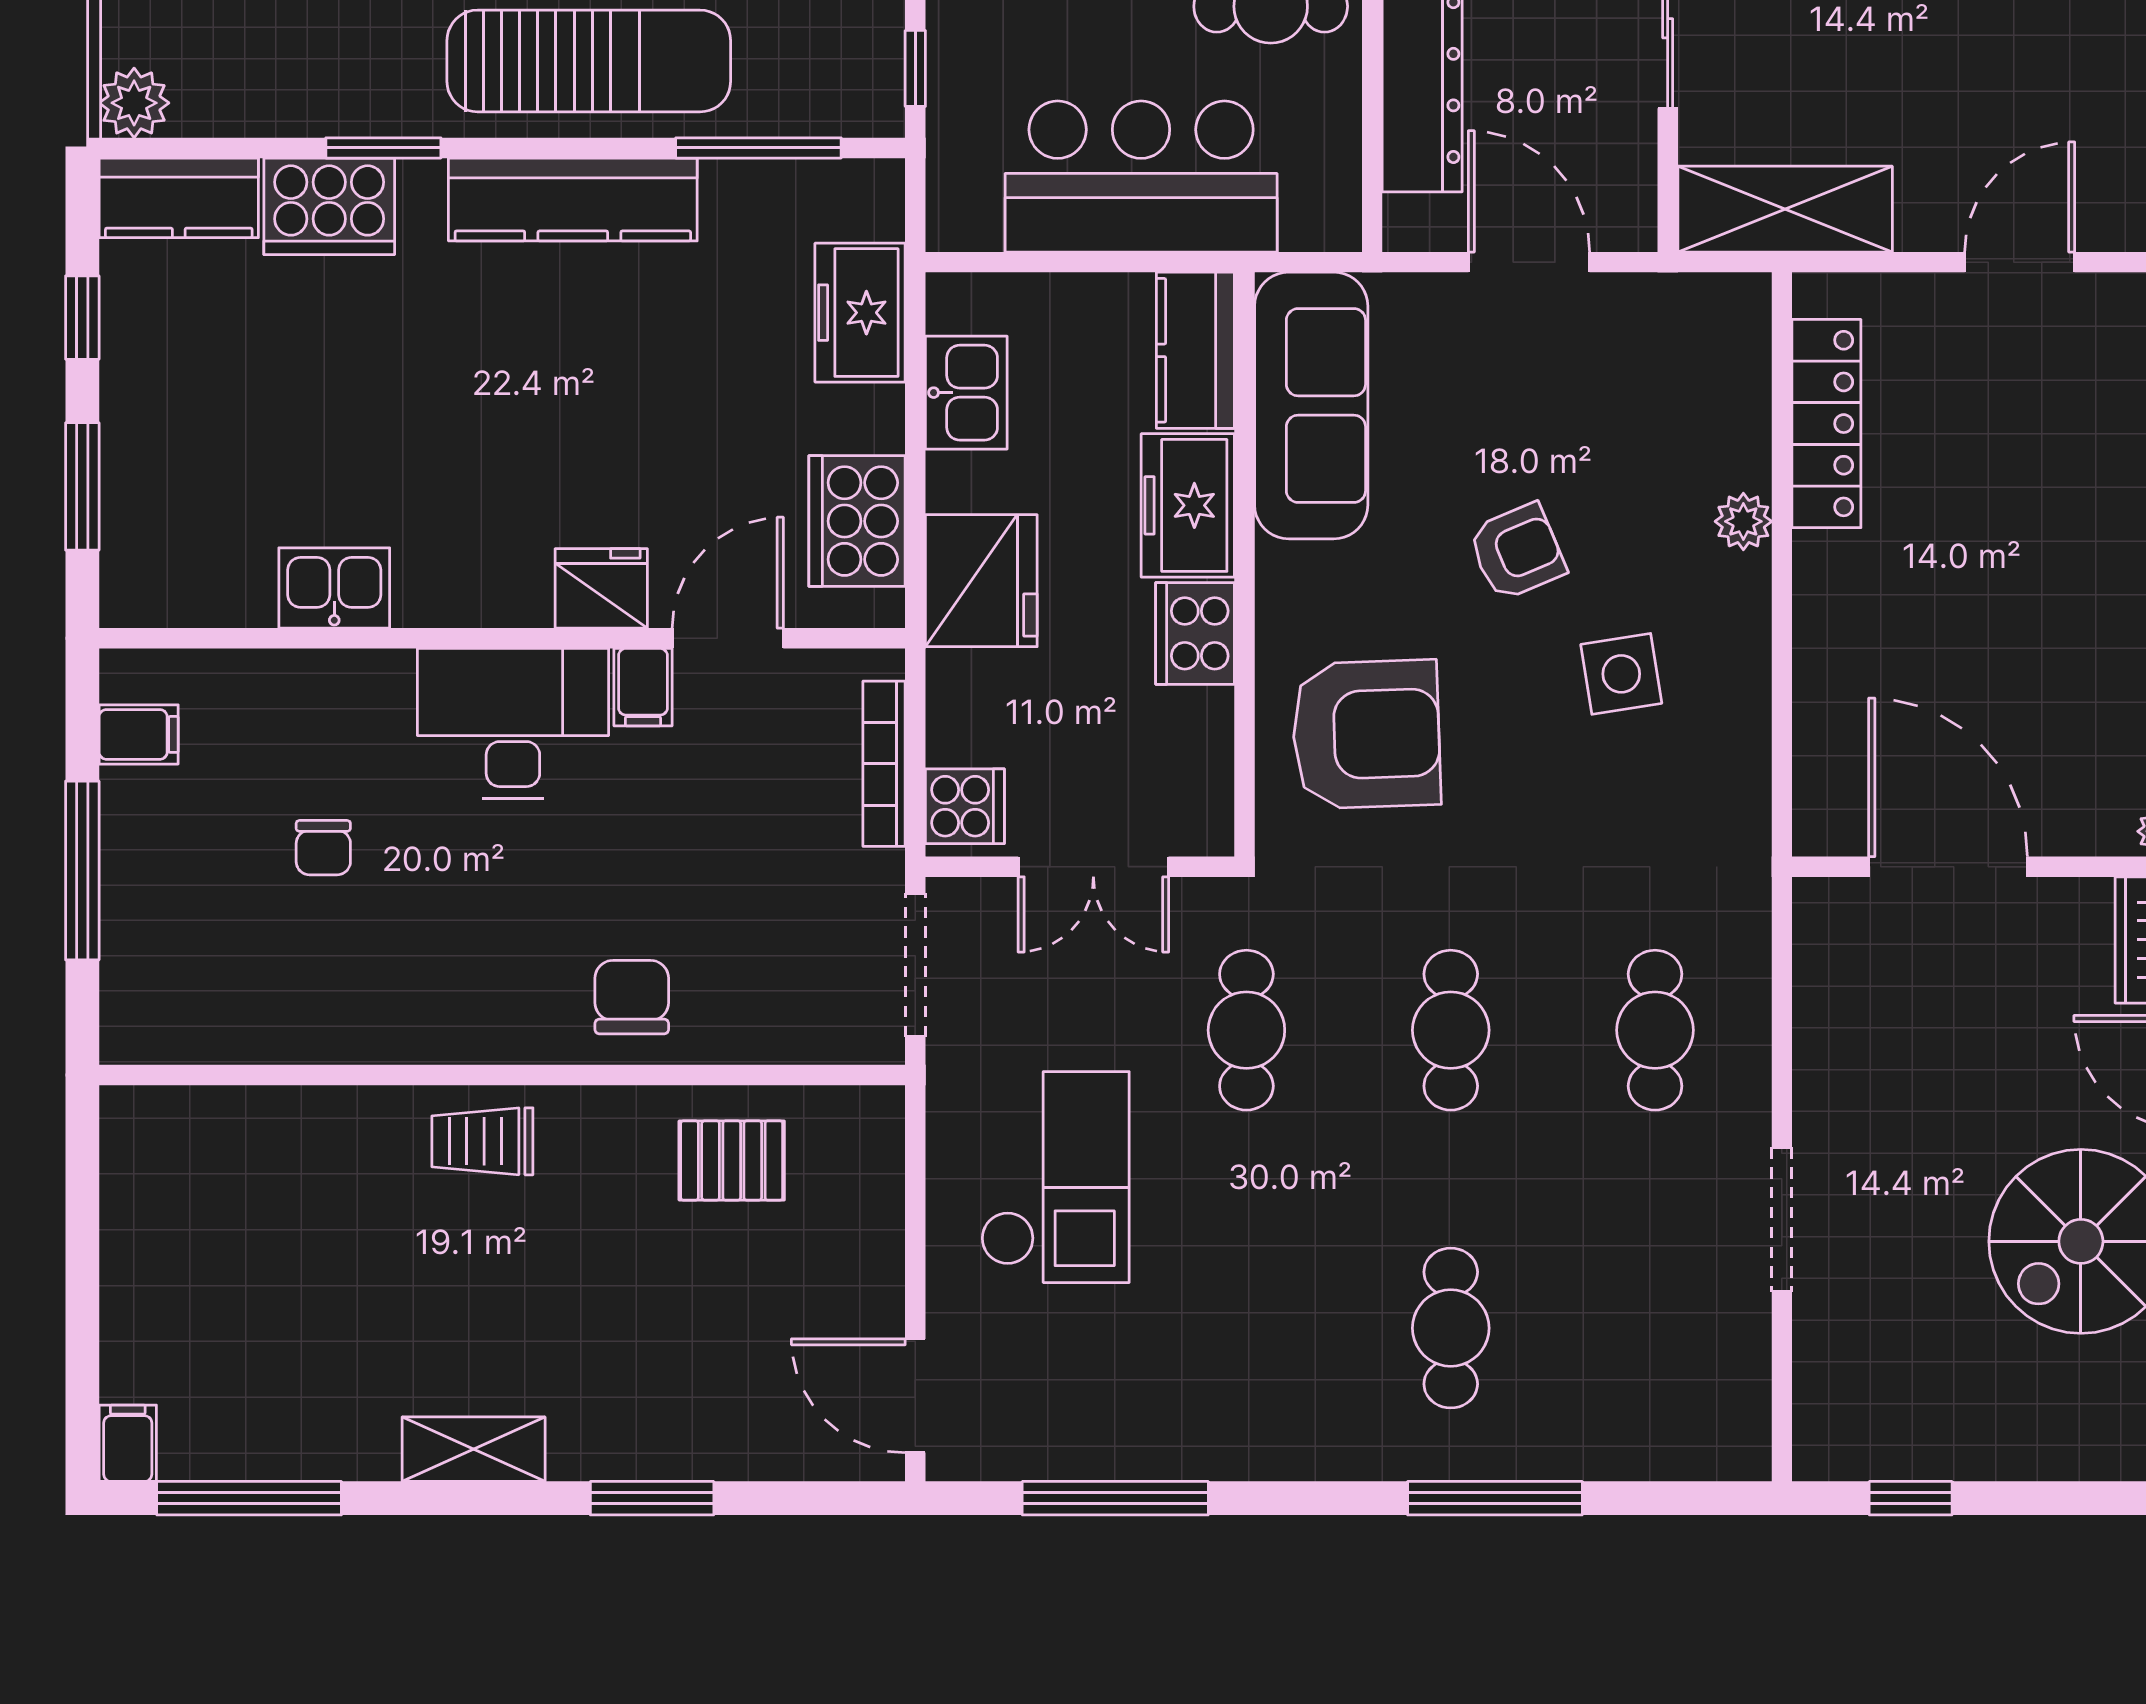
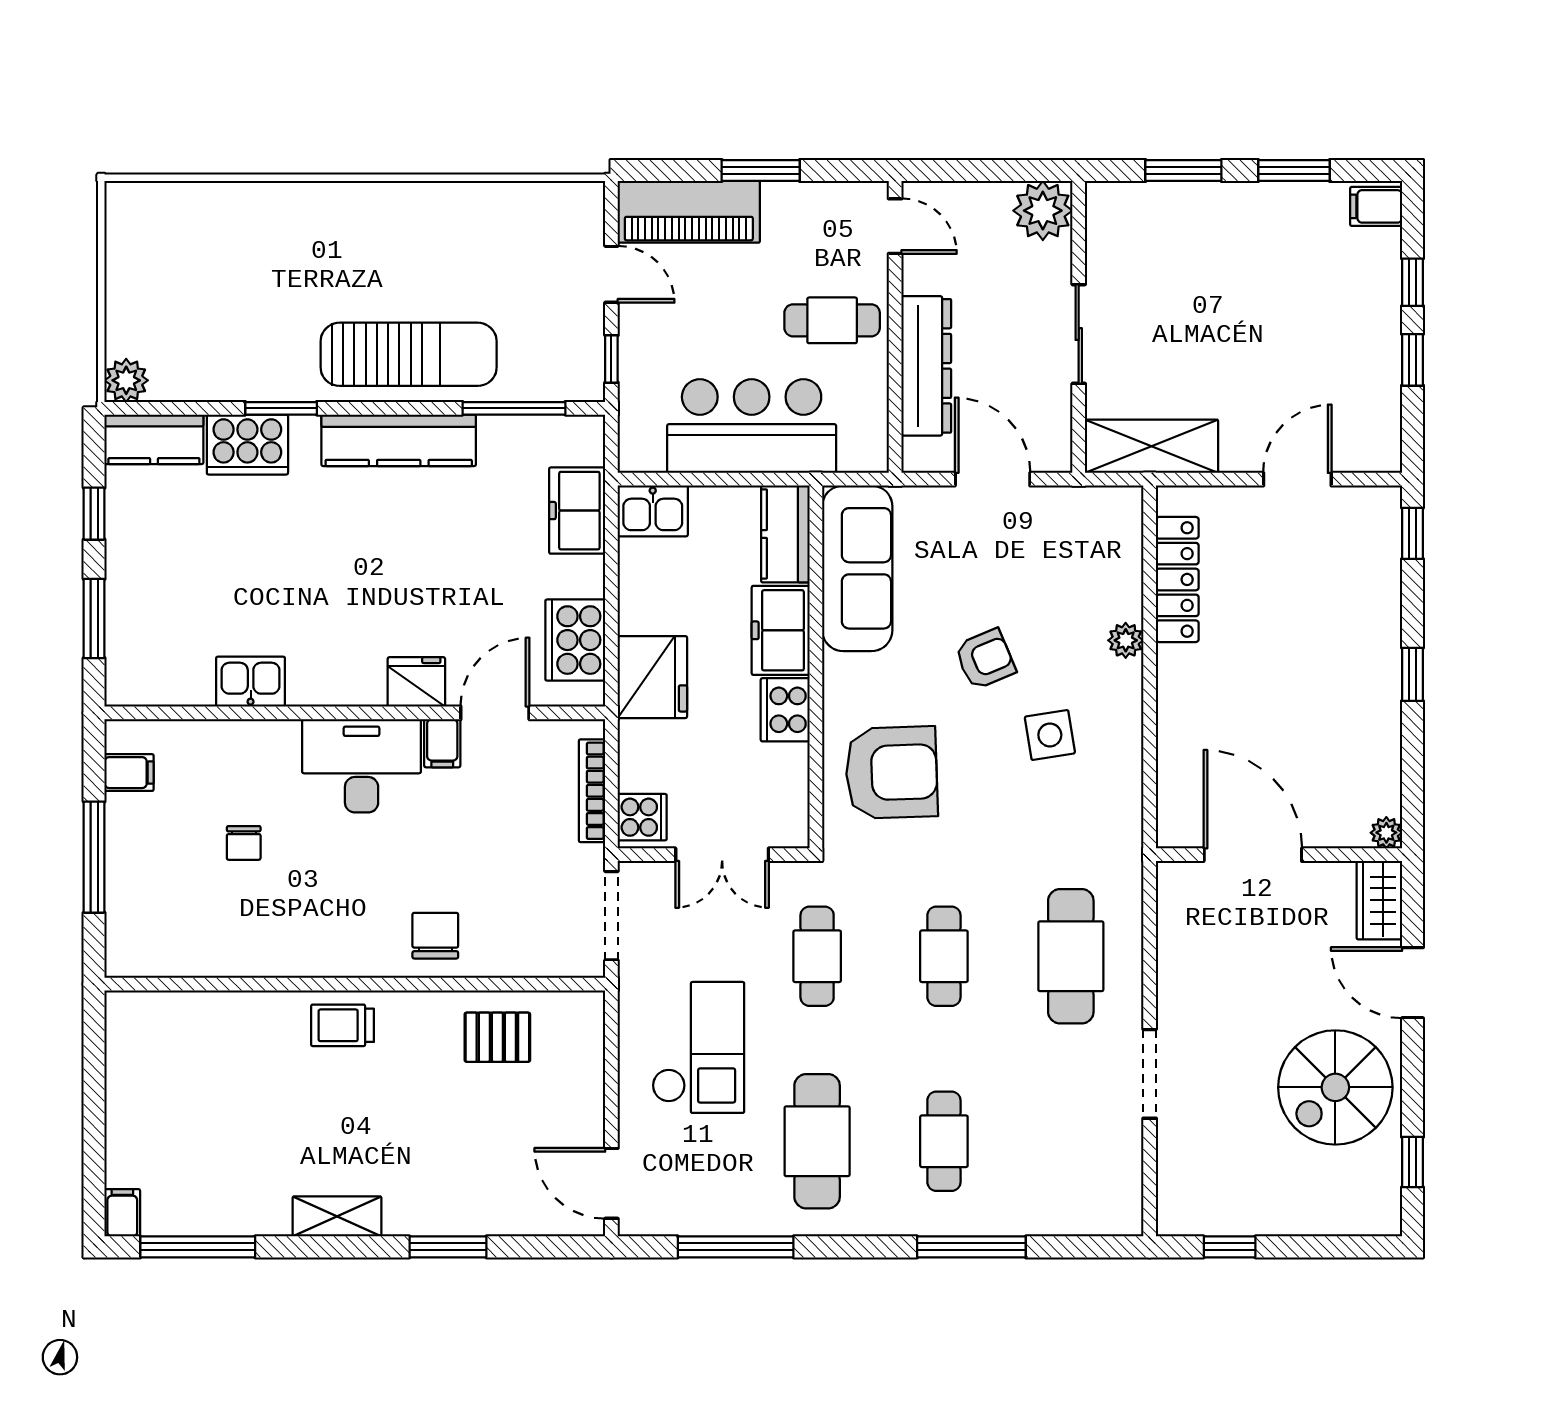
kitchen sink: (966, 393) -> (653, 511), moved, turned 90
cafe table: (1655, 1030) -> (1071, 956), width x1.37, depth x1.35
cafe table: (1246, 1328) -> (817, 1141), added

